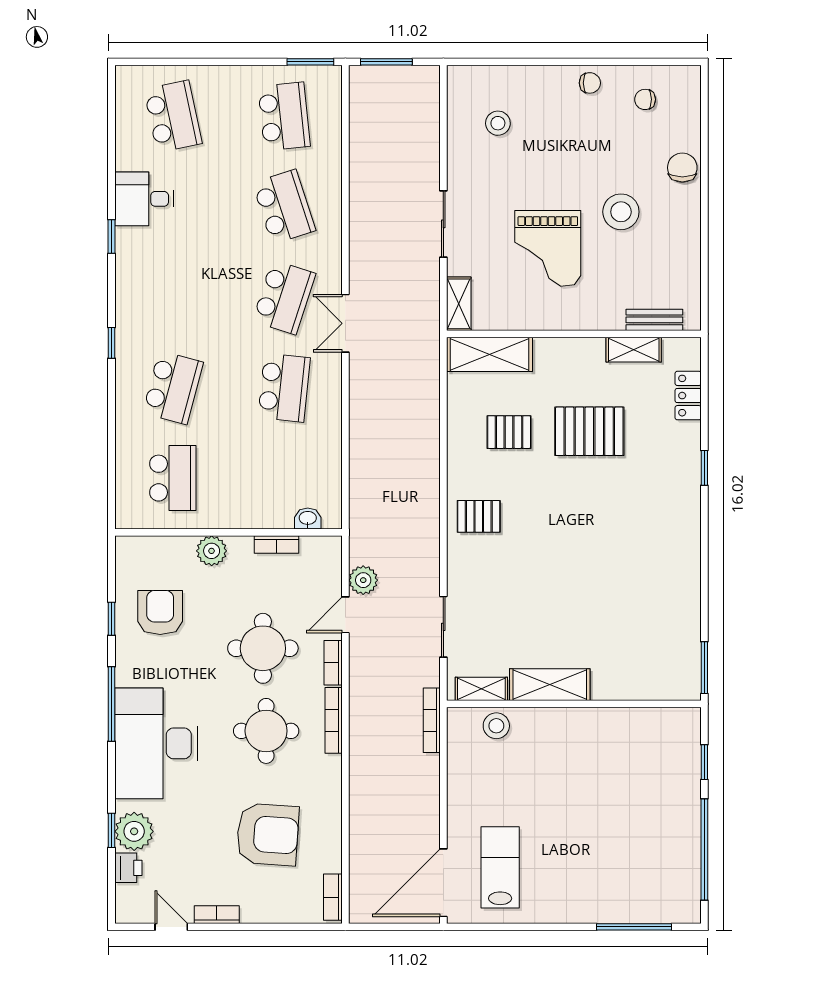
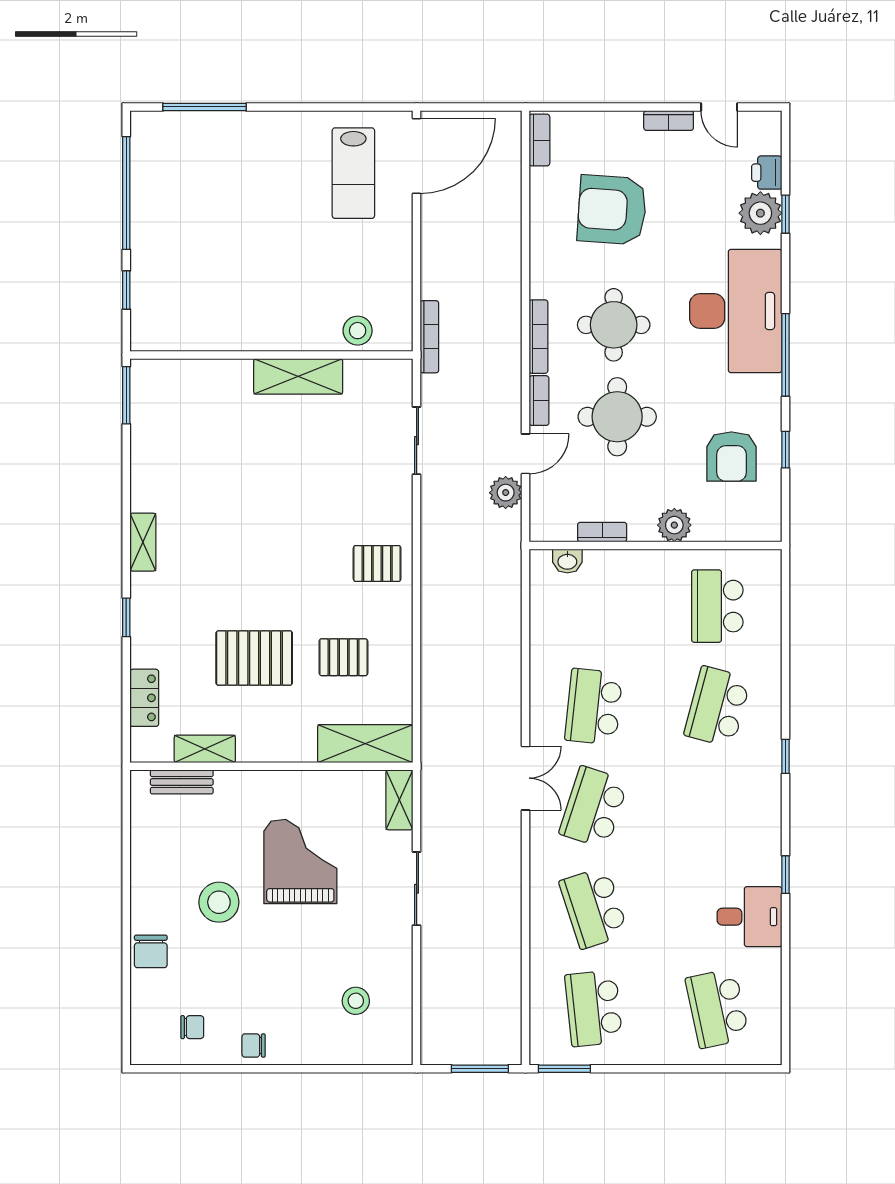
shelving: (481, 689) -> (143, 542), moved, turned 90

